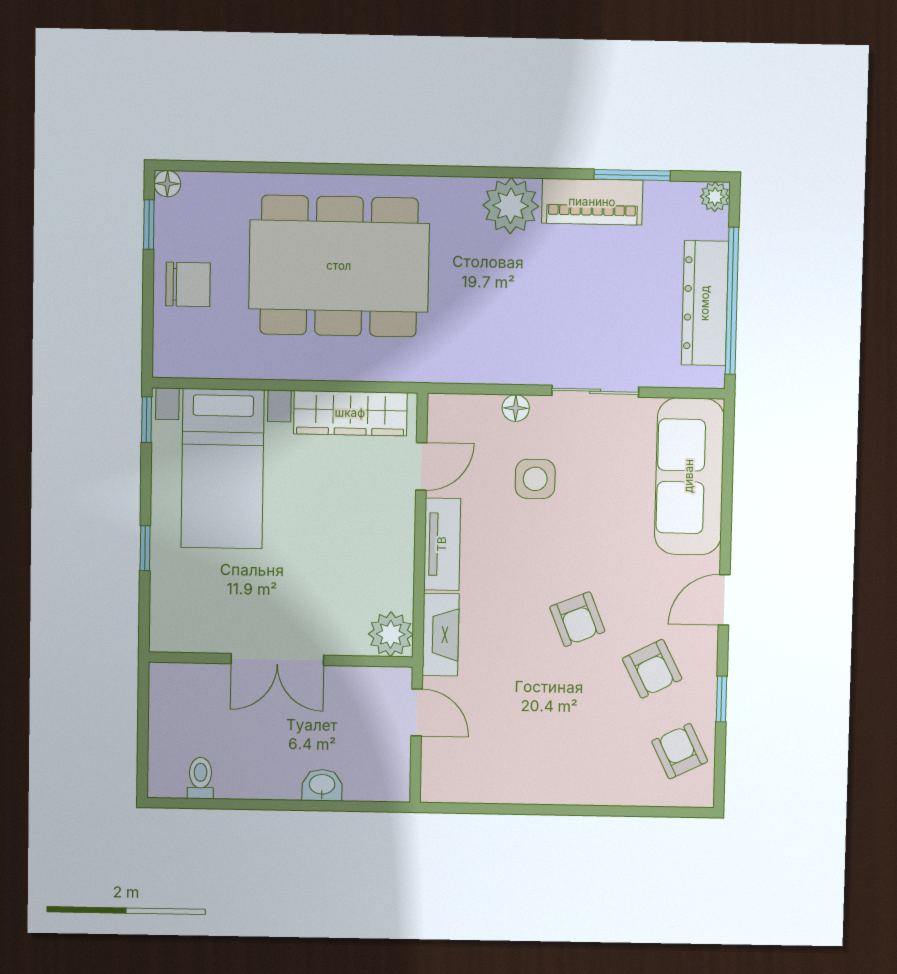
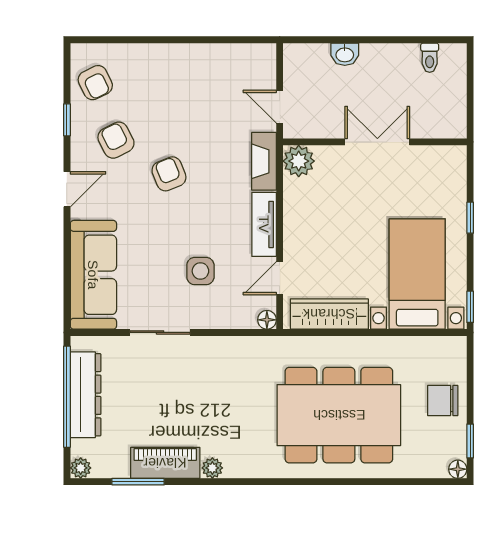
plant: (511, 206) -> (212, 468), width x0.53, depth x0.53
floor lamp: (516, 408) -> (267, 320), moved

